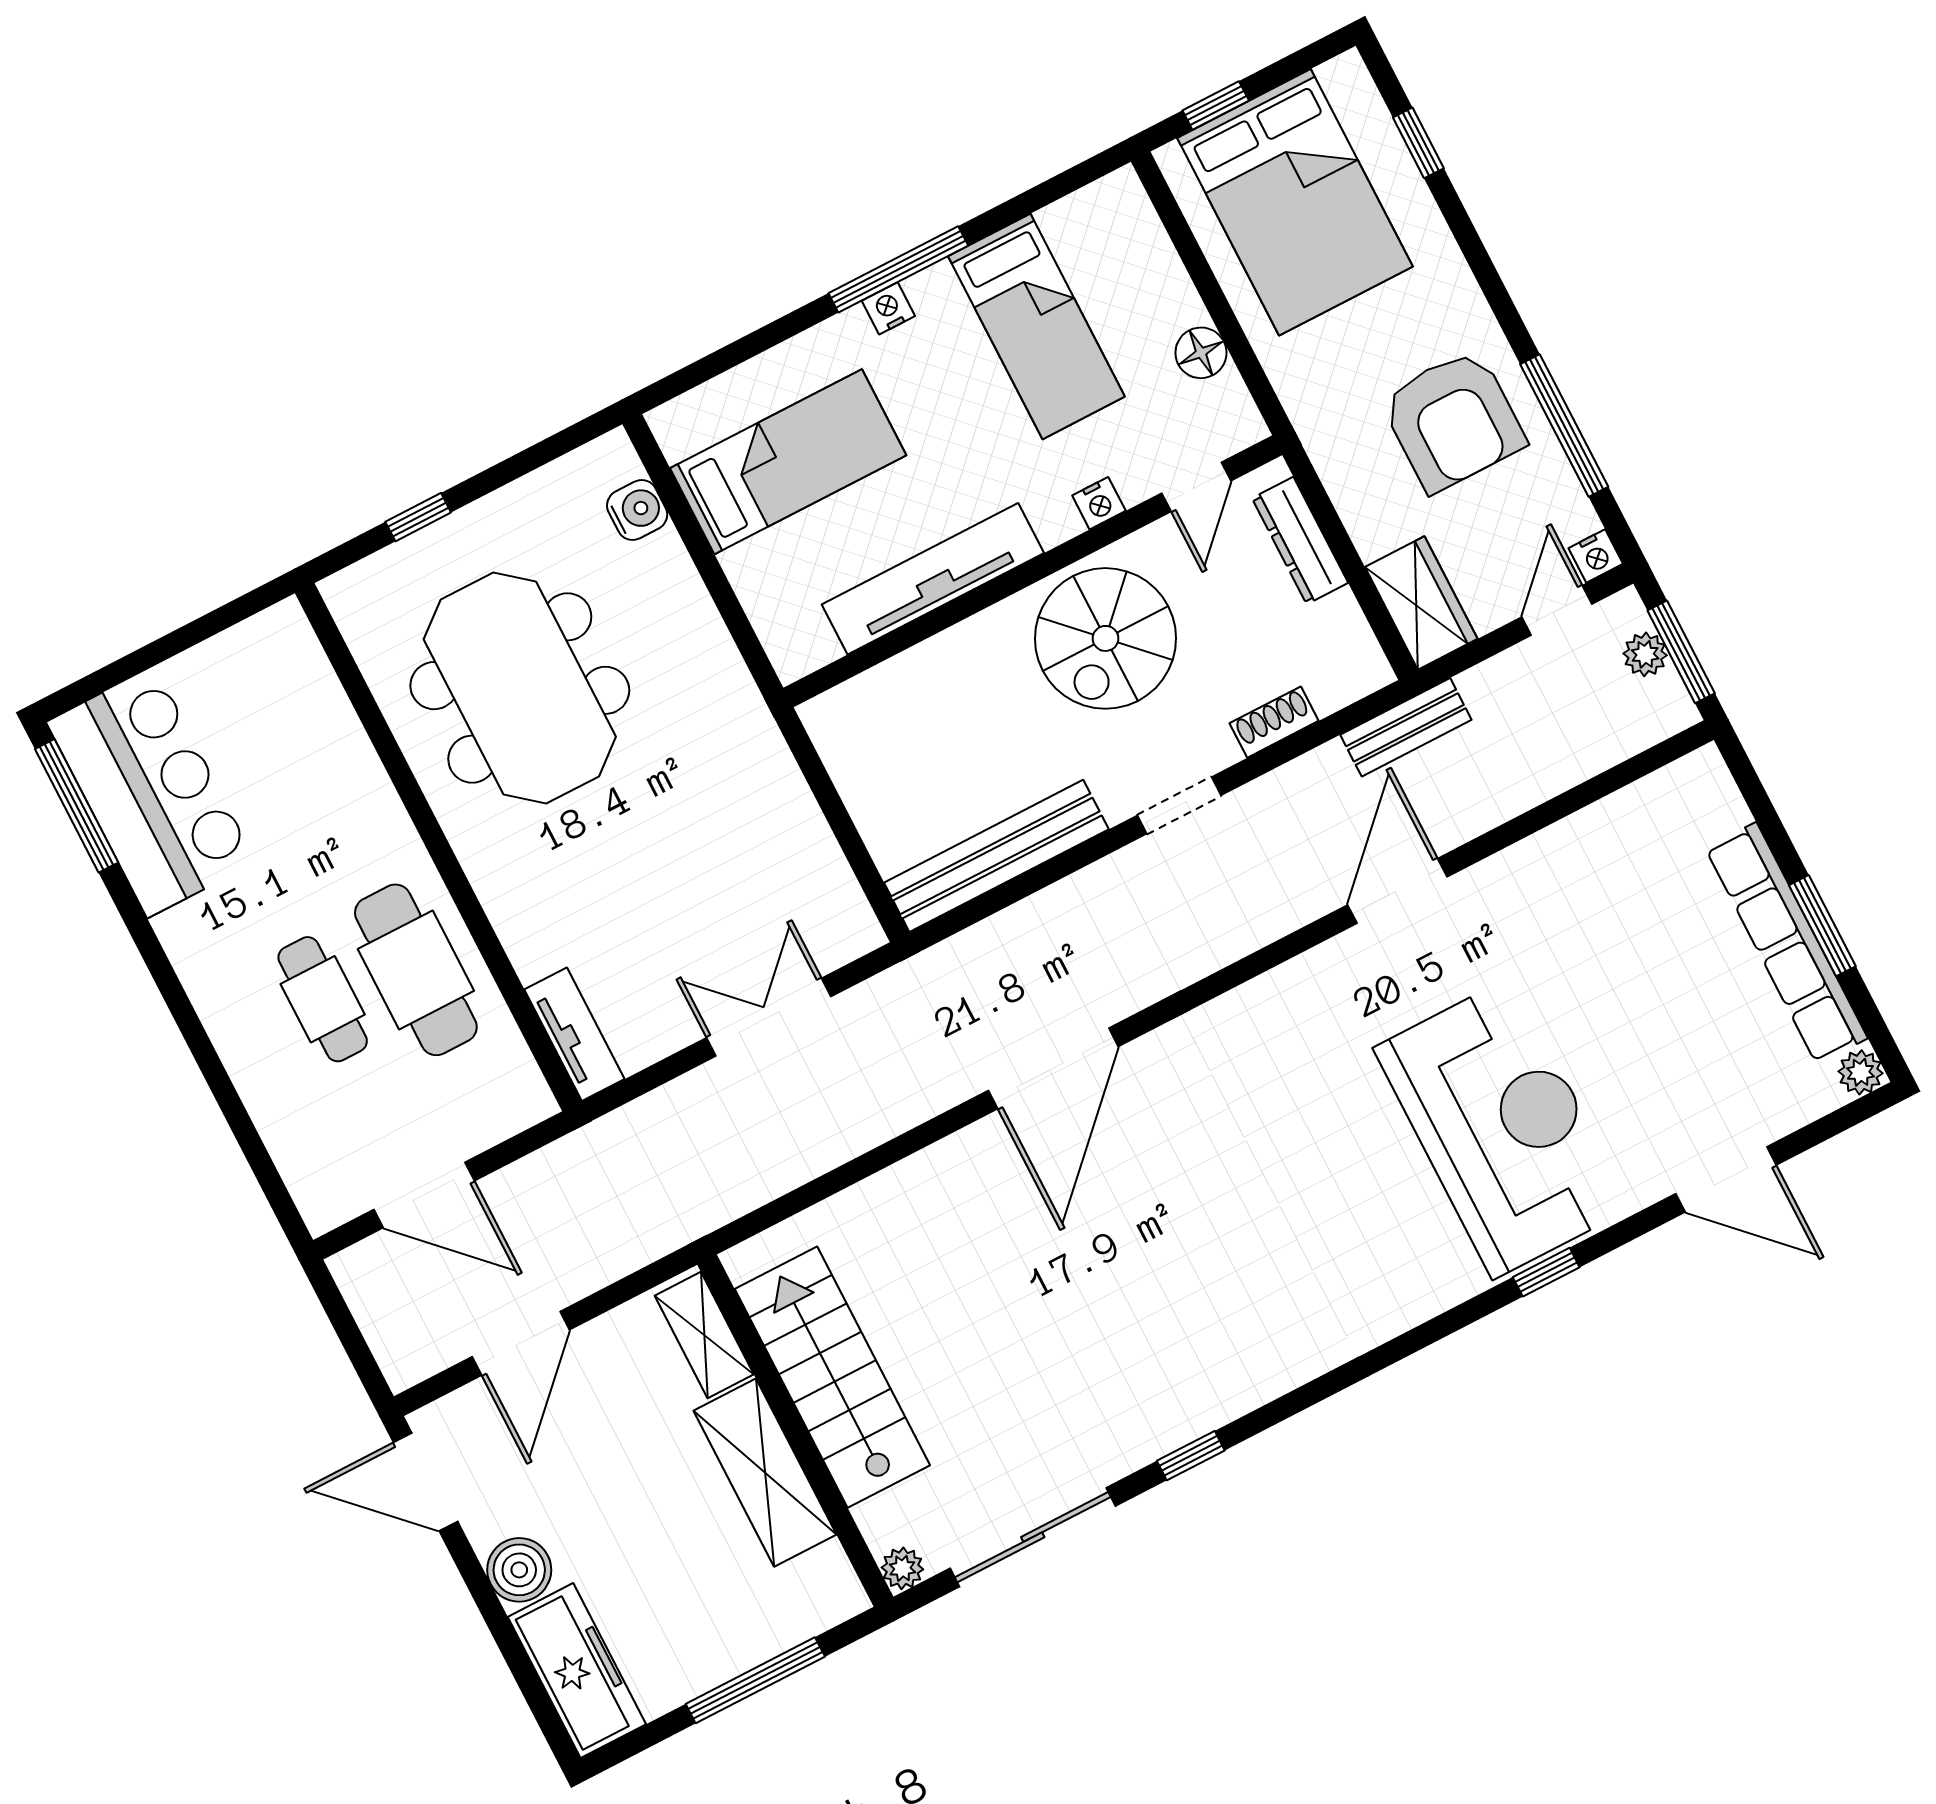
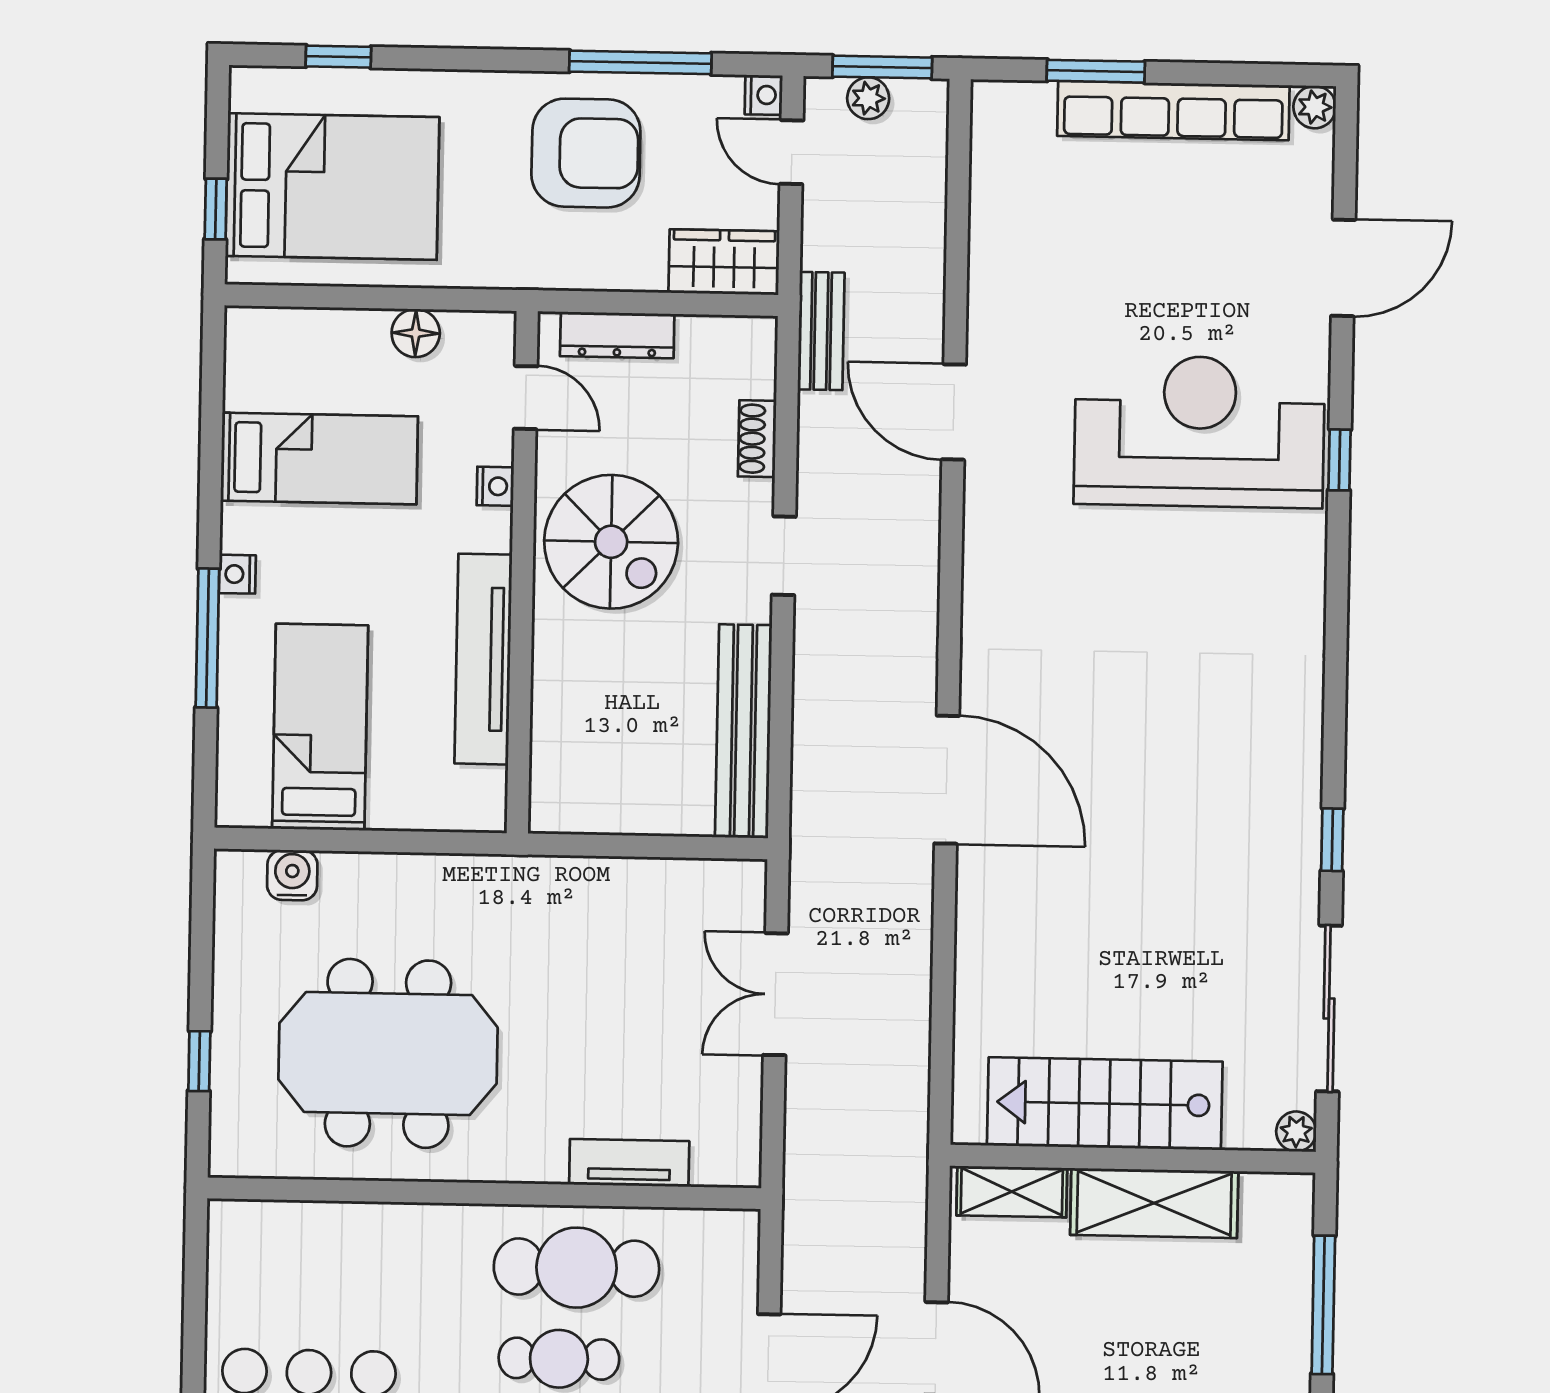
window: (898, 269) -> (207, 638), moved
window: (1822, 926) -> (1096, 71), moved
tv unit: (574, 1034) -> (629, 1163), moved

